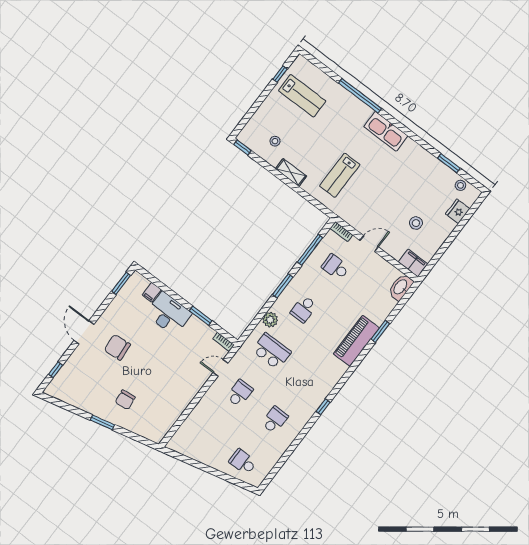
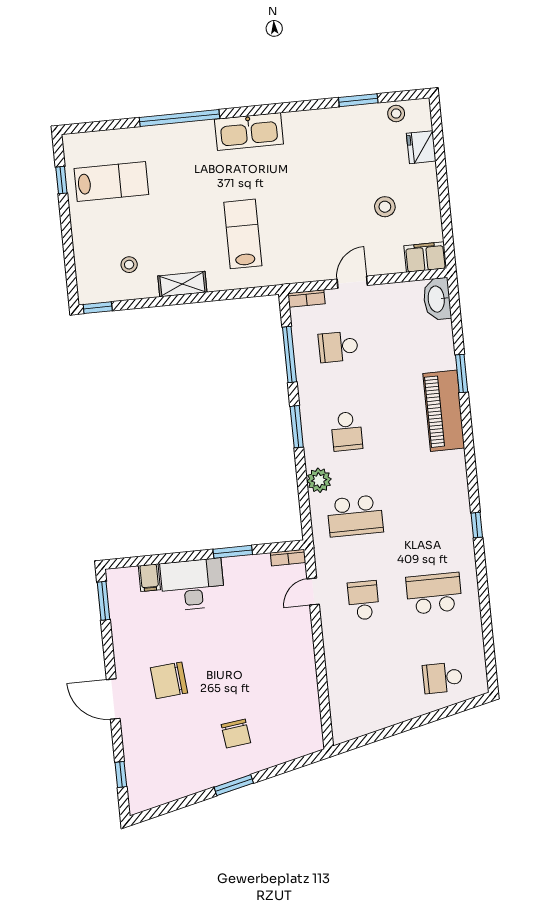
lab bench: (340, 175) -> (243, 234), turned 180
school desk: (272, 351) -> (355, 516), turned 180
school desk: (275, 420) -> (434, 593), width x1.85

